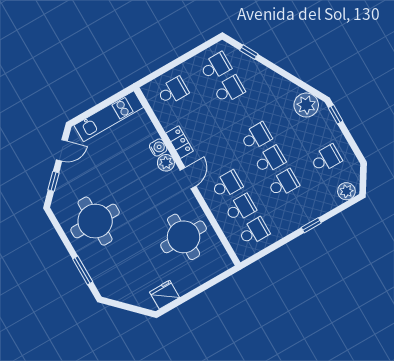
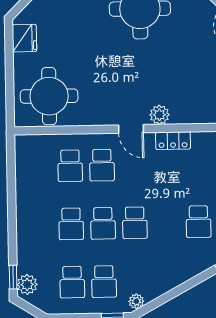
plant: (306, 105) -> (136, 301), width x0.53, depth x0.53
water cooler: (158, 148) -> (180, 116), removed
window: (311, 225) -> (13, 277), moved
school desk: (254, 232) -> (104, 282), moved
round table: (184, 237) -> (49, 96), moved

